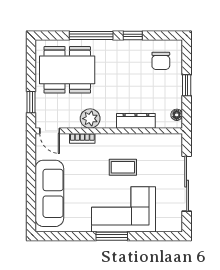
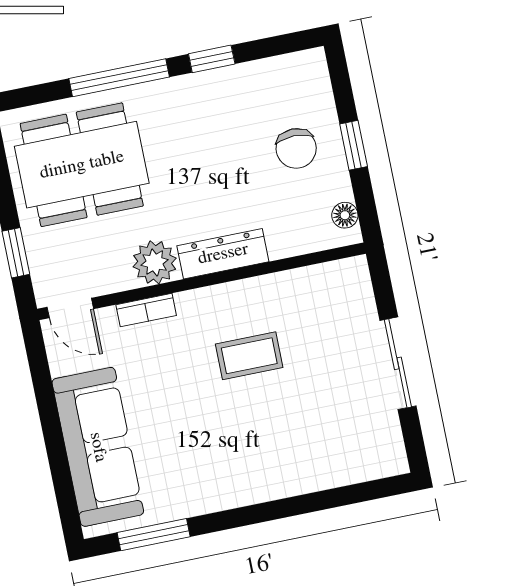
chair: (161, 61) -> (296, 148), moved
dresser: (136, 121) -> (223, 254), moved
sliding door: (187, 184) -> (398, 363), width x0.73
corner sofa: (123, 209) -> (269, 449), removed
window: (112, 236) -> (154, 535), moved

